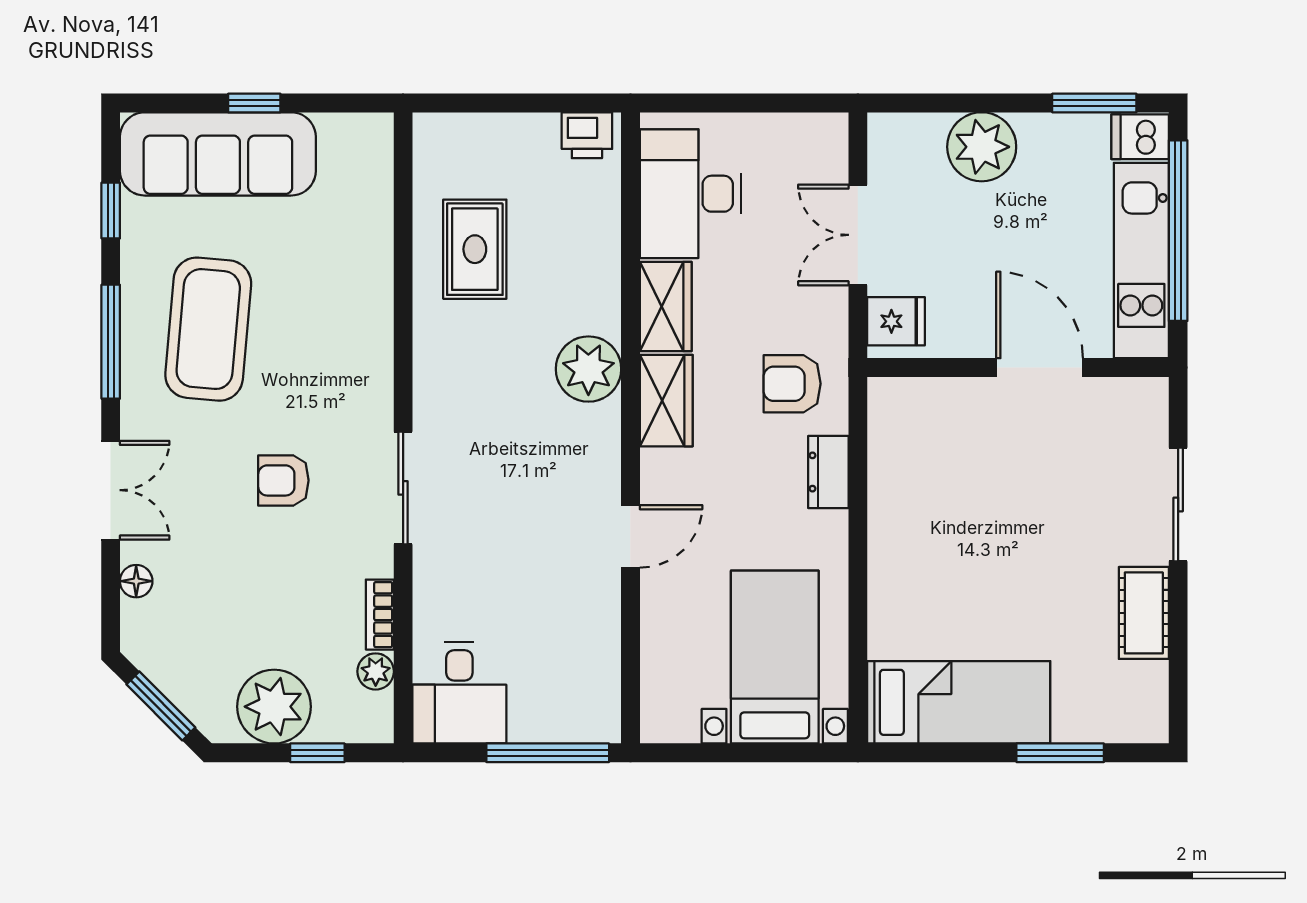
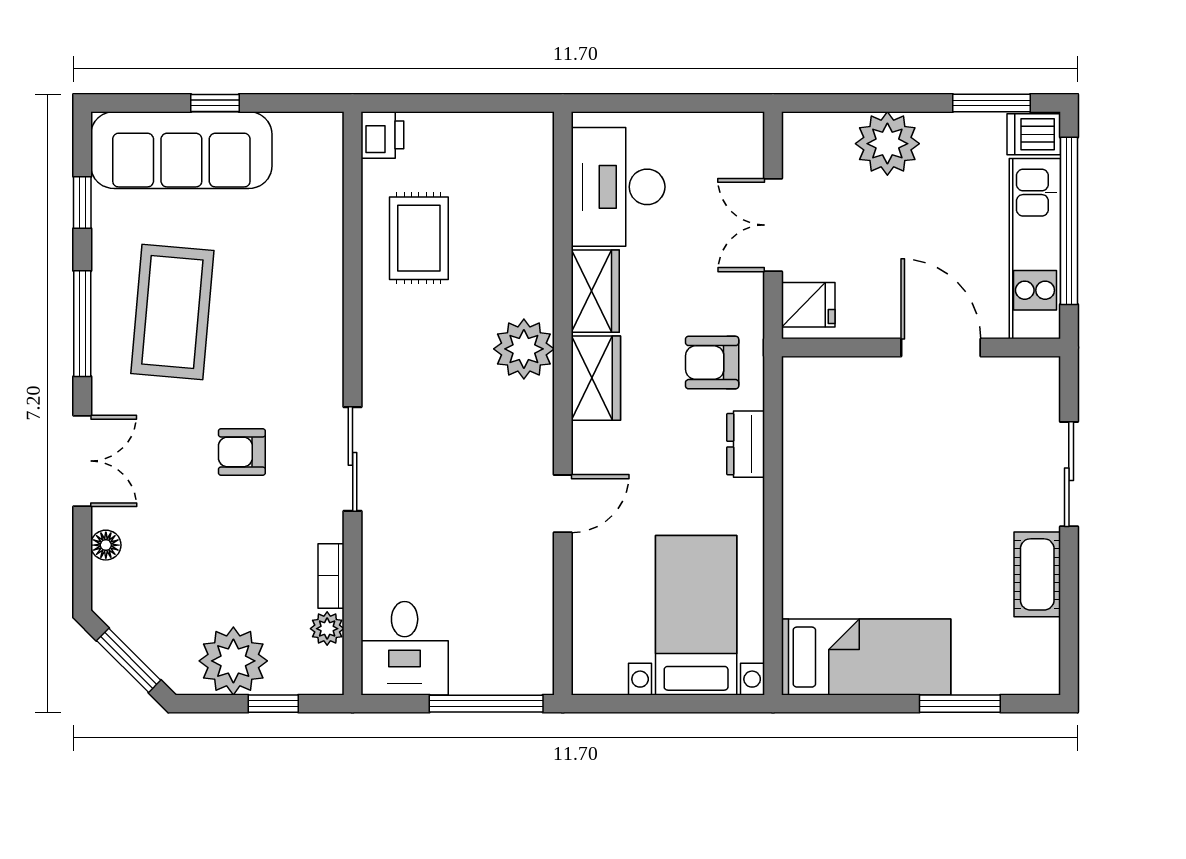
printer: (587, 135) -> (382, 135), moved, turned -90

